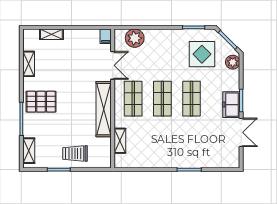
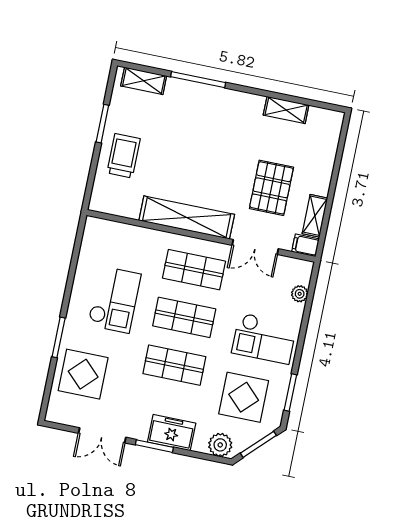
shelving: (51, 34) -> (315, 216), moved
plant: (135, 38) -> (300, 294), width x0.53, depth x0.53
checkout: (165, 49) -> (264, 338), added
pallet: (41, 102) -> (271, 188), moved
freezer: (231, 105) -> (172, 433), moved
shelving: (120, 141) -> (129, 233), removed
checkout: (160, 142) -> (114, 300), added
display table: (208, 151) -> (83, 374), added

